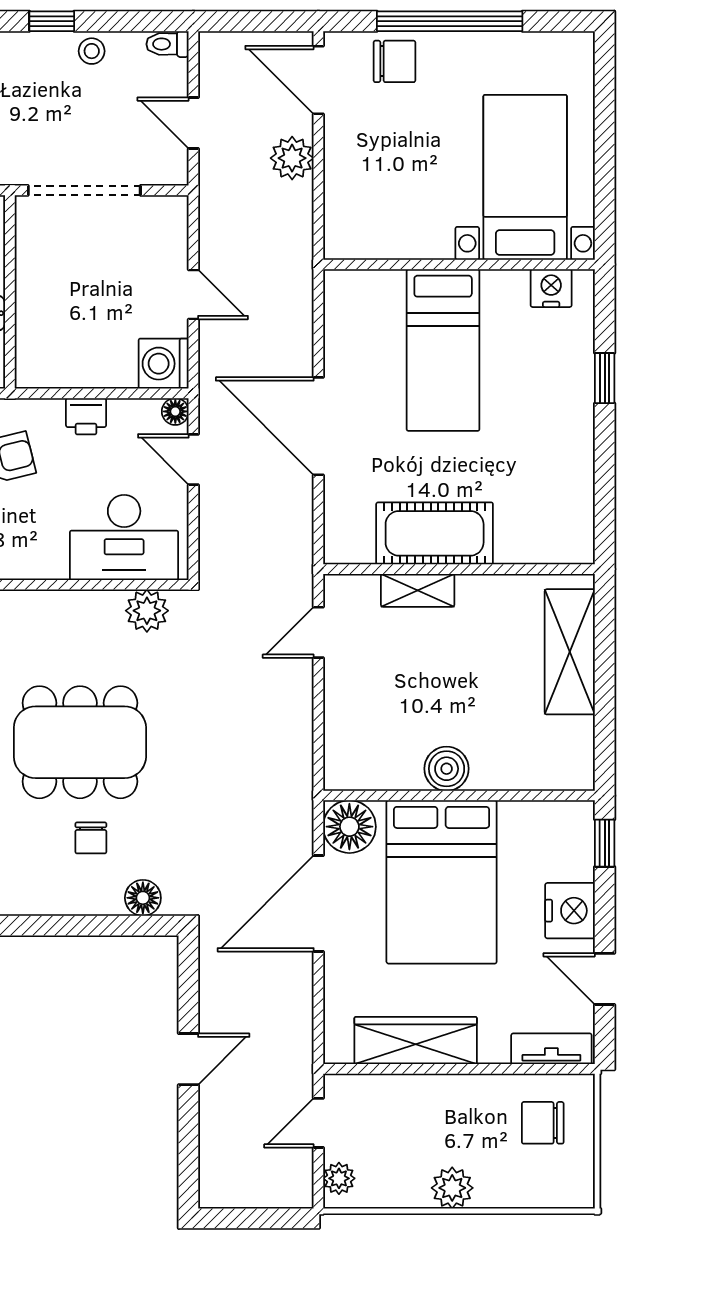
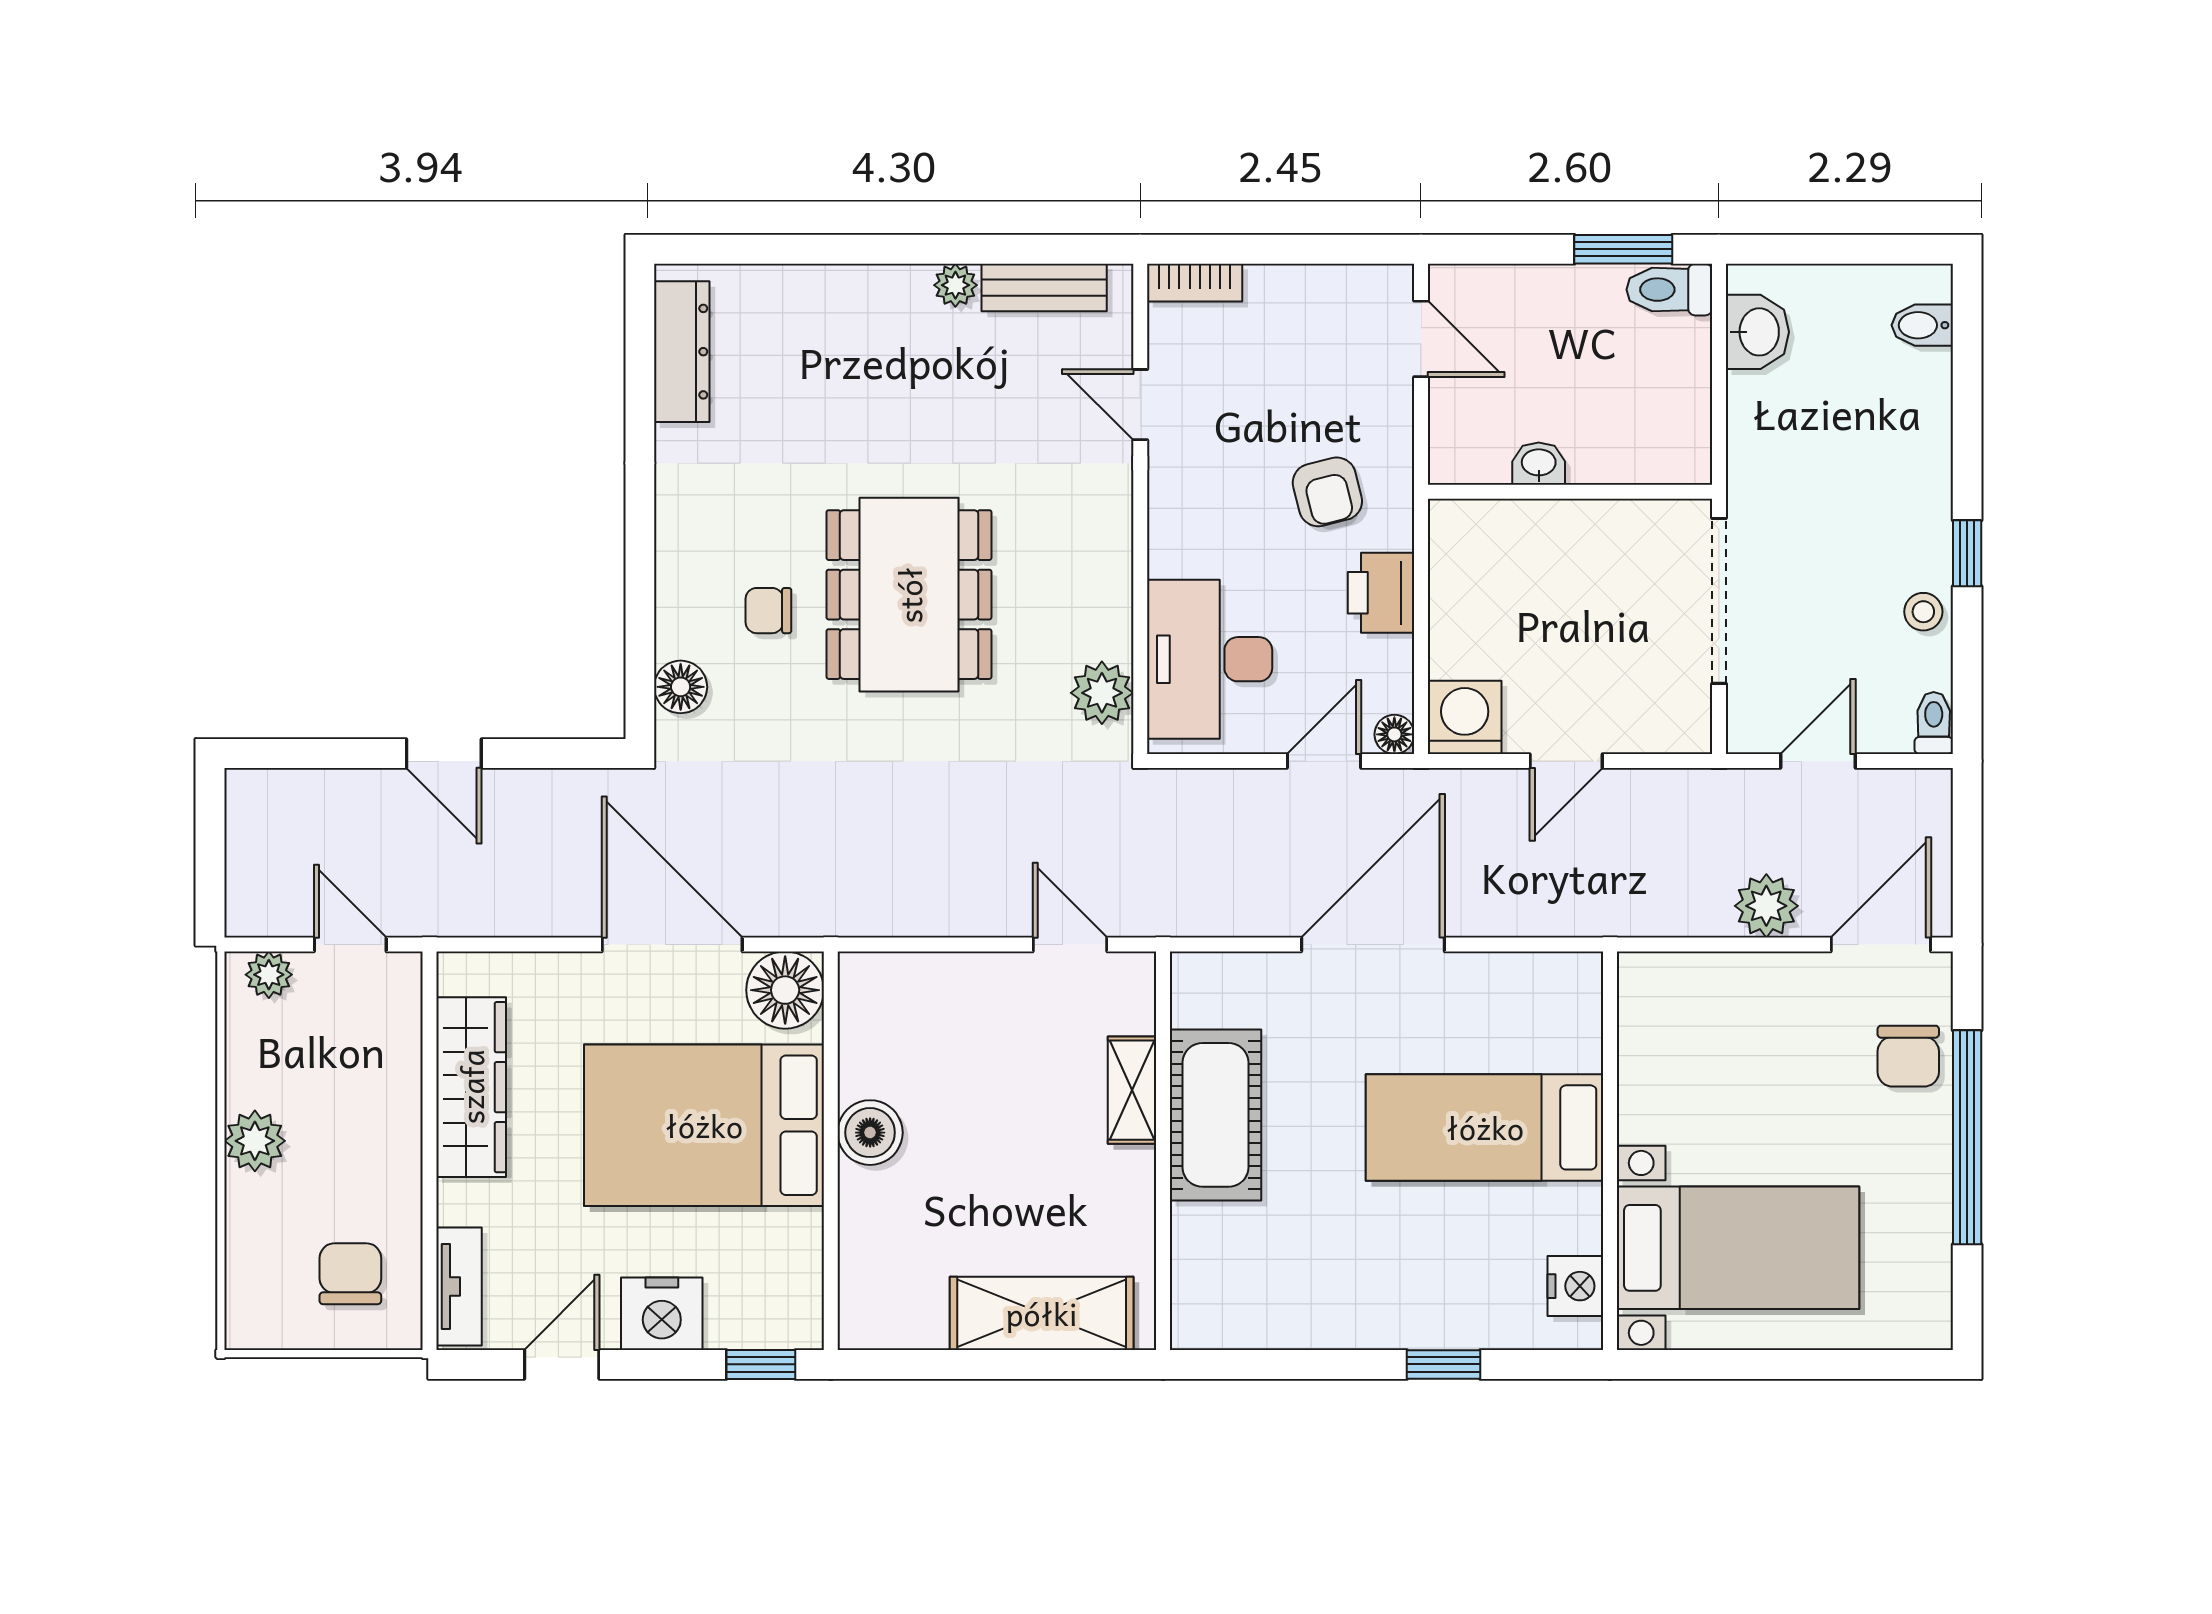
printer: (86, 416) -> (1381, 593), width x1.36, depth x1.24

